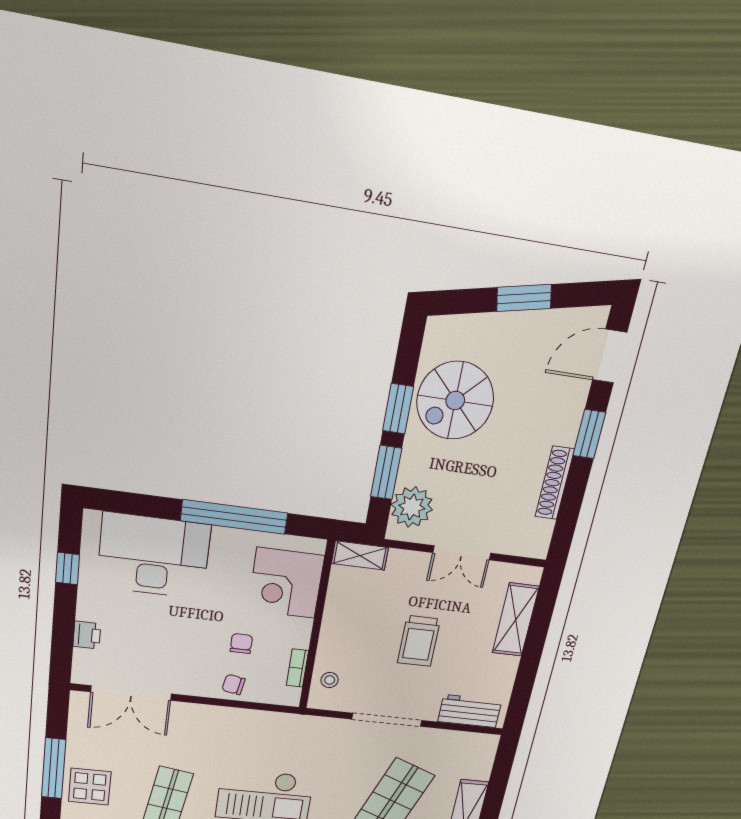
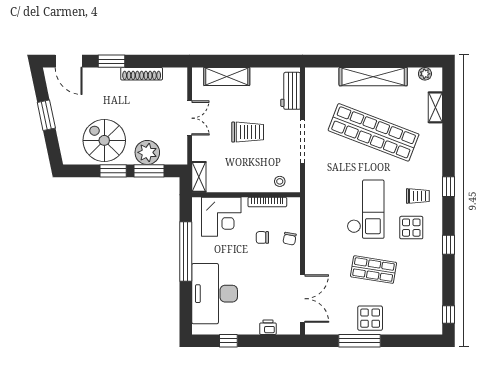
spiral stairs: (455, 400) -> (104, 140), turned 180
plant: (412, 507) -> (147, 152), moved
bookcase: (297, 668) -> (267, 202), width x1.56

